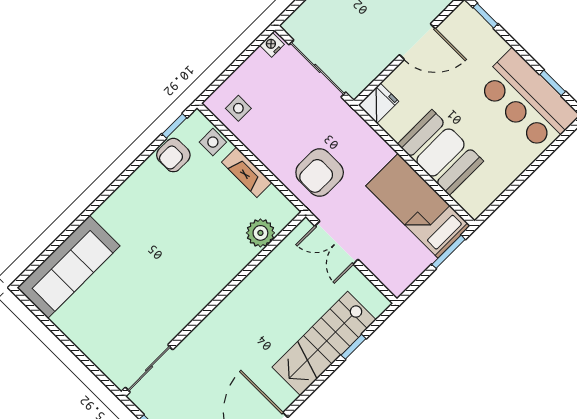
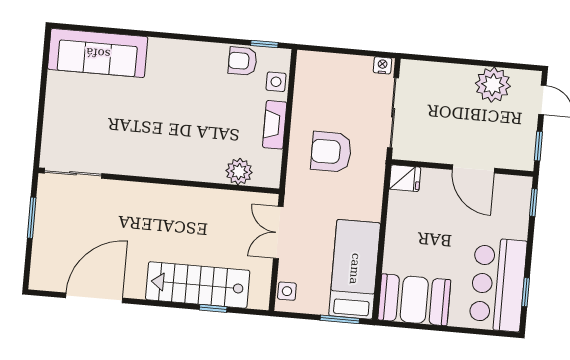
side table: (238, 108) -> (287, 291), moved
booth: (440, 153) -> (414, 300), moved, turned 90
armchair: (320, 172) -> (331, 152), moved

